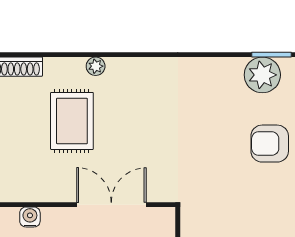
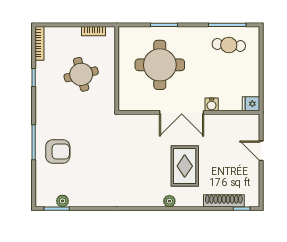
plant: (262, 75) -> (63, 201), width x0.53, depth x0.53
double door: (111, 205) -> (182, 112), moved

